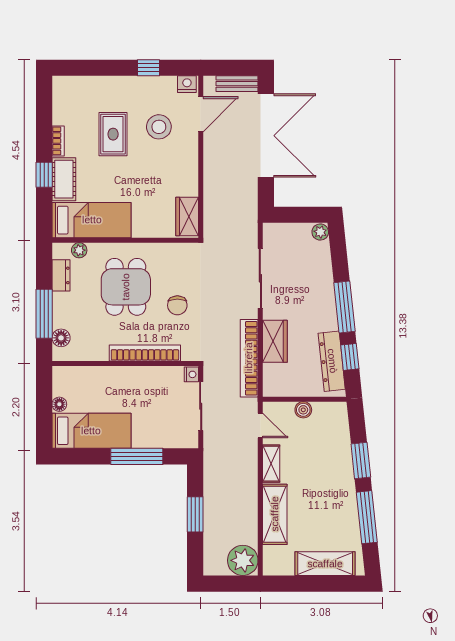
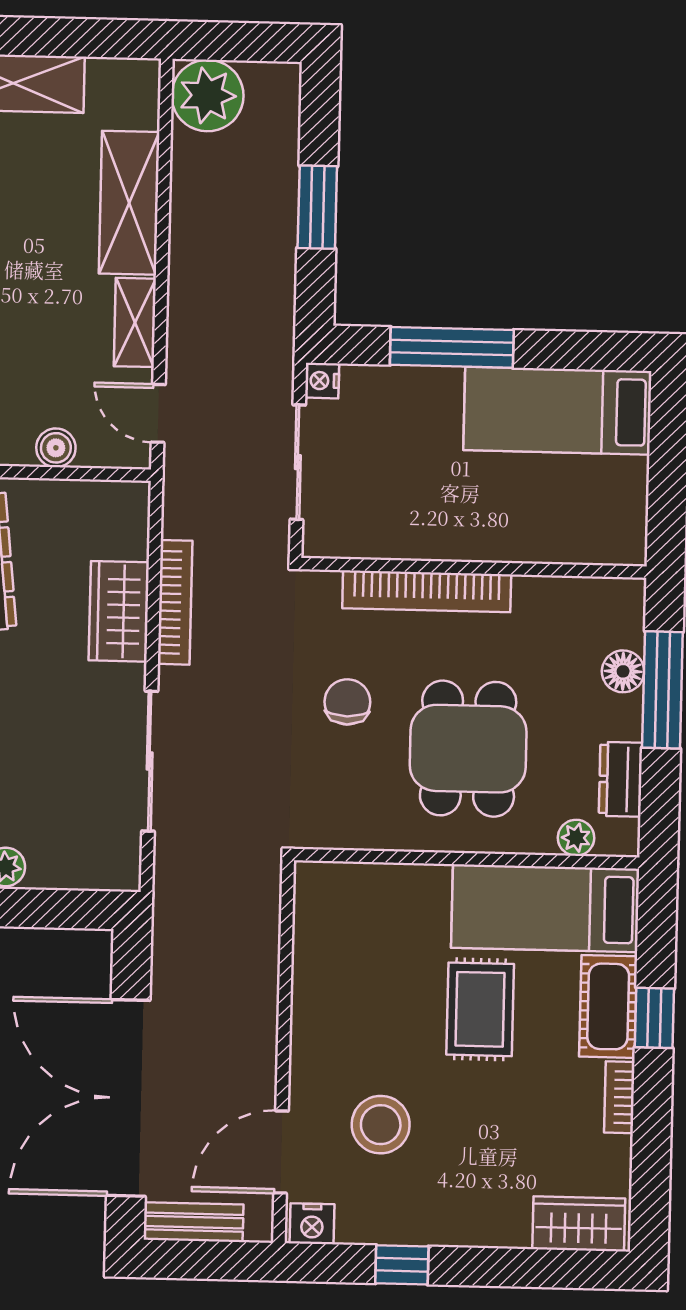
rug: (113, 134) -> (480, 1009), moved
wardrobe: (187, 216) -> (579, 1224), moved, turned -90
floor lamp: (61, 338) -> (623, 671), moved
bookcase: (249, 358) -> (175, 602), width x0.68, depth x0.76
nightstand: (191, 374) -> (322, 381), moved
floor lamp: (59, 404) -> (632, 475), removed

